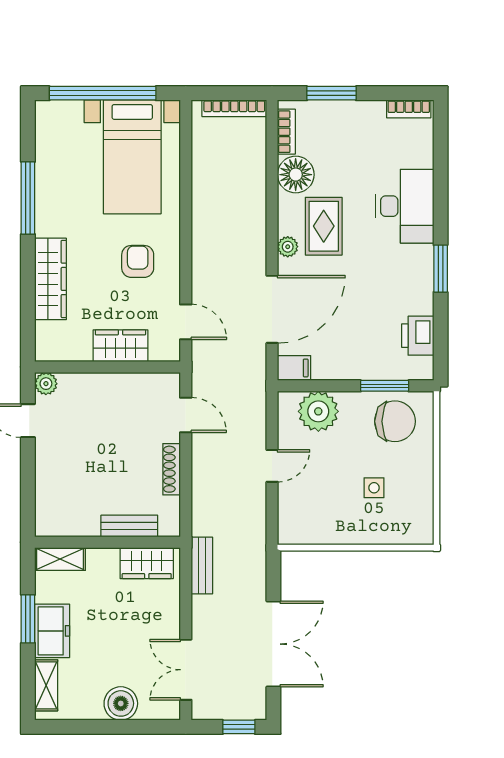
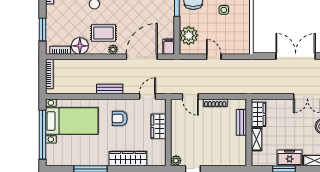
door: (272, 309) -> (142, 57), hinge flipped
door: (186, 415) -> (190, 96), swing flipped
shelving: (60, 559) -> (257, 139), moved
bench: (202, 565) -> (110, 89), moved

